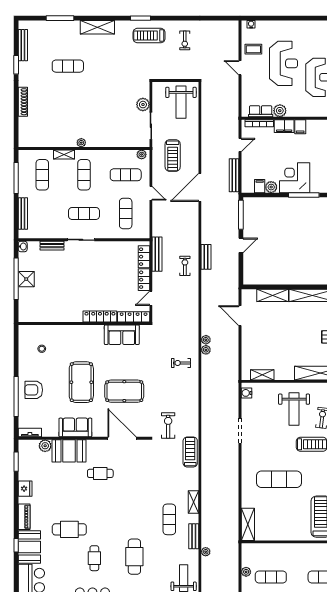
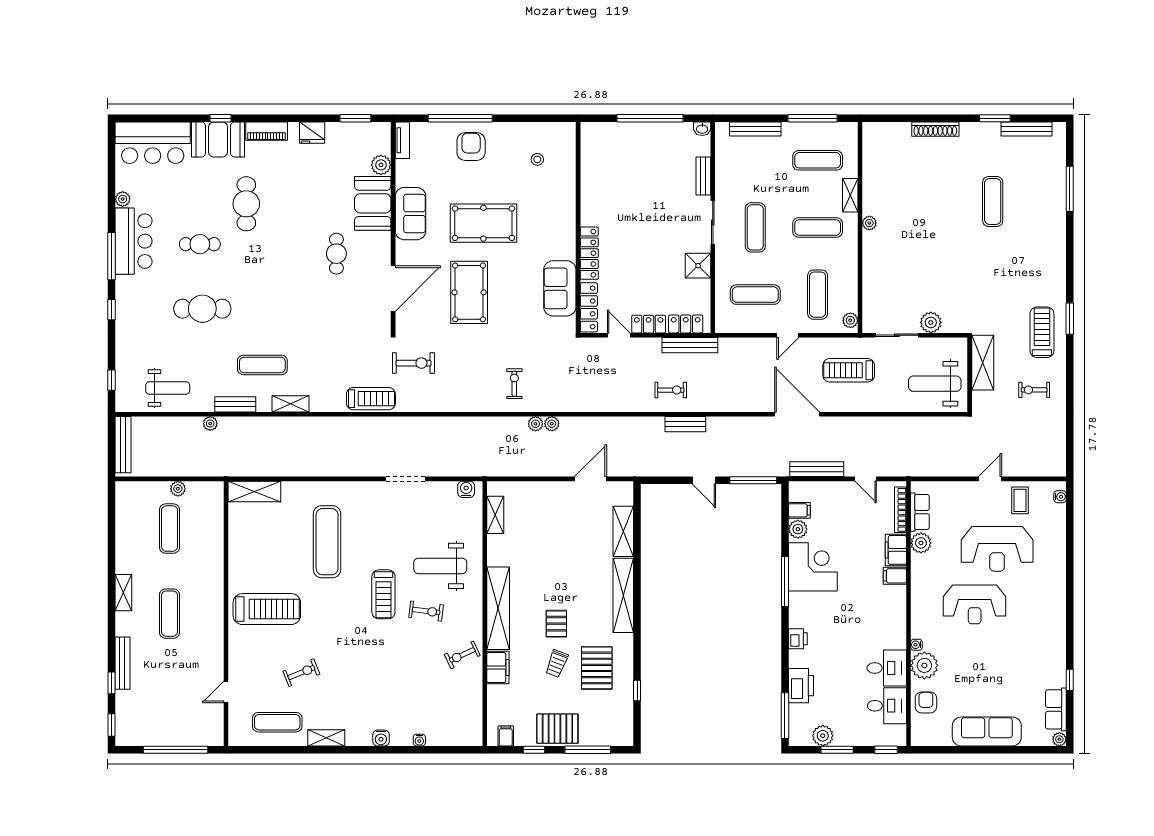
shelving: (97, 27) -> (983, 363), moved
shower: (26, 279) -> (698, 266), moved

